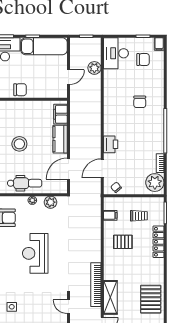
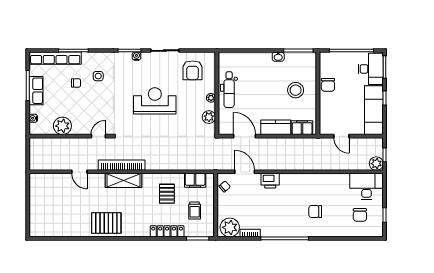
filing cabinet: (159, 44) -> (376, 232), removed
plant: (94, 68) -> (376, 164), moved
stool: (19, 144) -> (296, 90), moved
filing cabinet: (110, 215) -> (195, 180), width x2.00
shelving: (110, 297) -> (124, 180), moved

